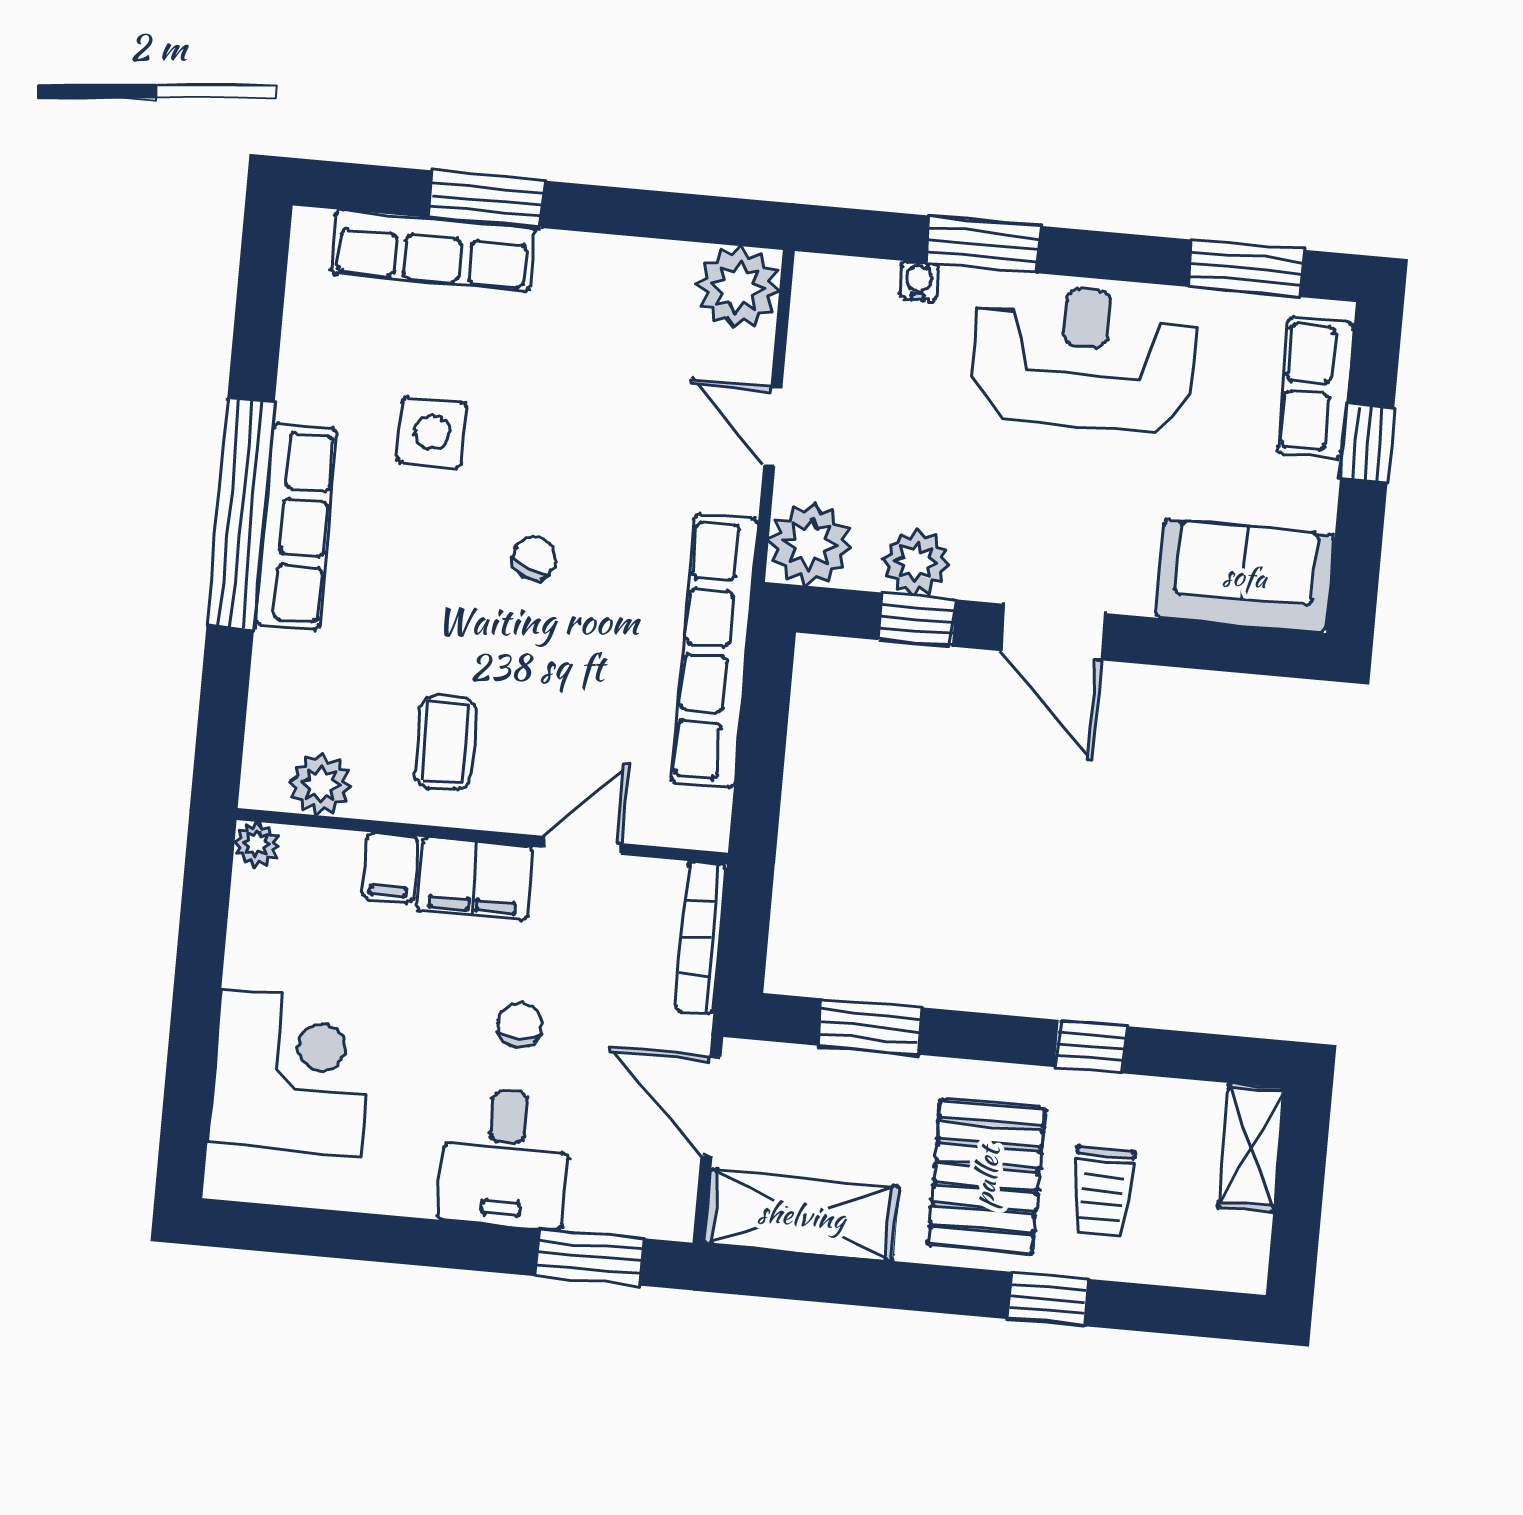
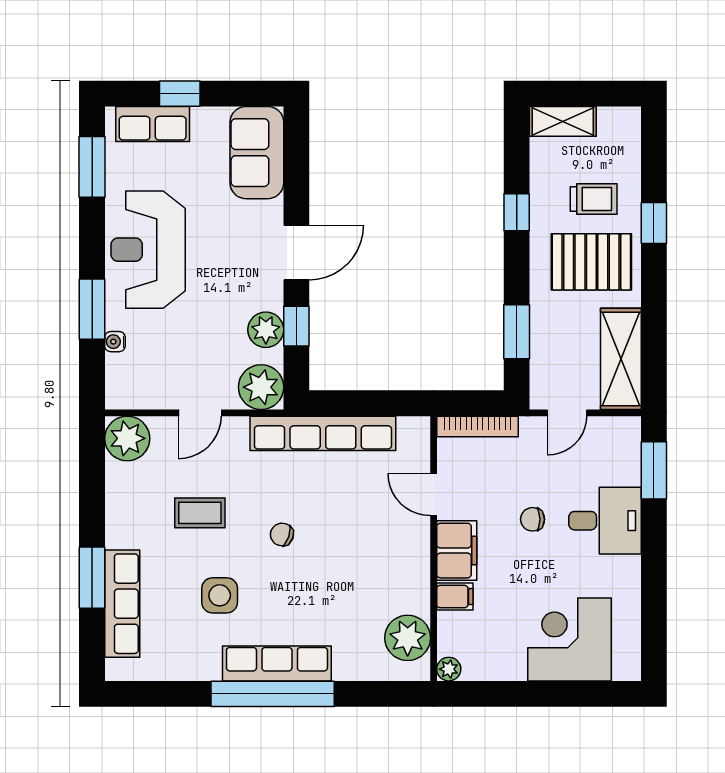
coffee table: (445, 743) -> (200, 513), moved
plant: (320, 784) -> (408, 638), width x1.36, depth x1.36
door: (711, 1106) -> (567, 413), width x0.73

